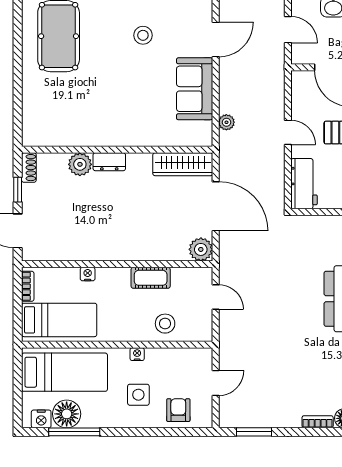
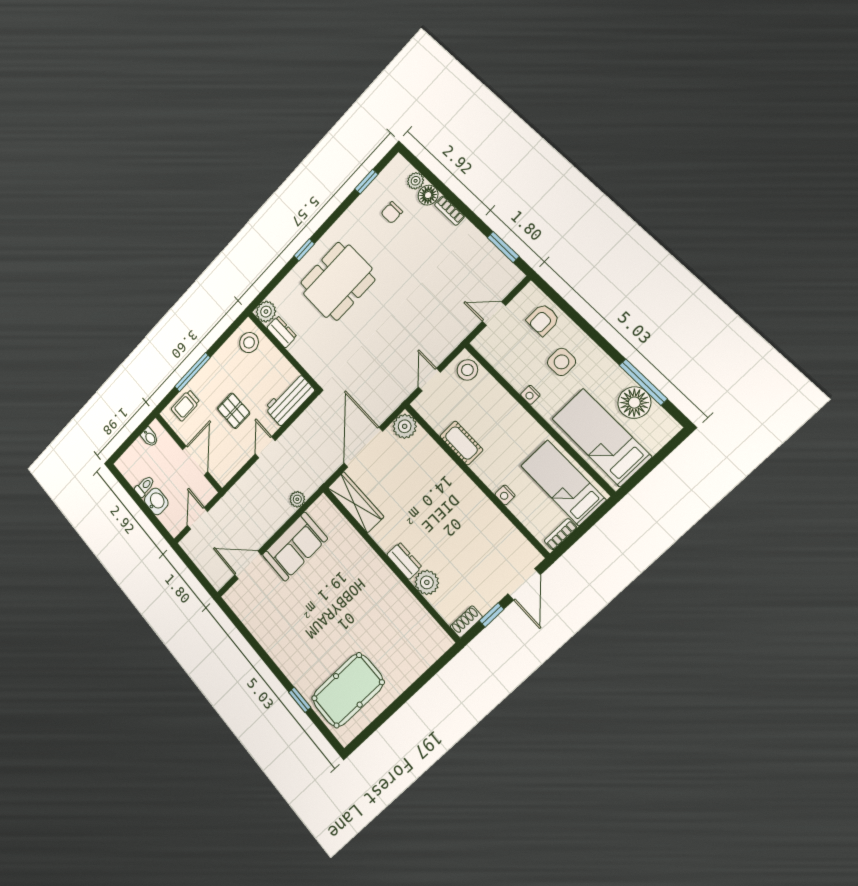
stool: (143, 35) -> (291, 623), removed
stool: (165, 324) -> (467, 370), moved
nightstand: (41, 419) -> (659, 419), removed

